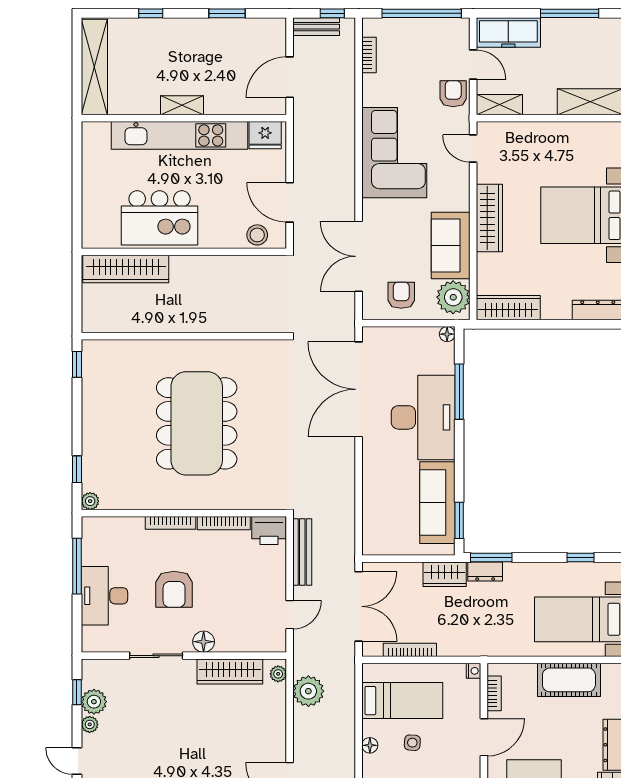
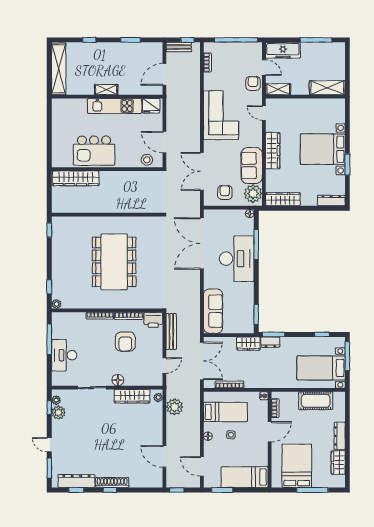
kitchen unit: (179, 135) -> (115, 106), width x0.73
sofa: (437, 503) -> (213, 311), moved, turned 180
armchair: (174, 589) -> (125, 342), moved
plant: (90, 724) -> (56, 400), moved

